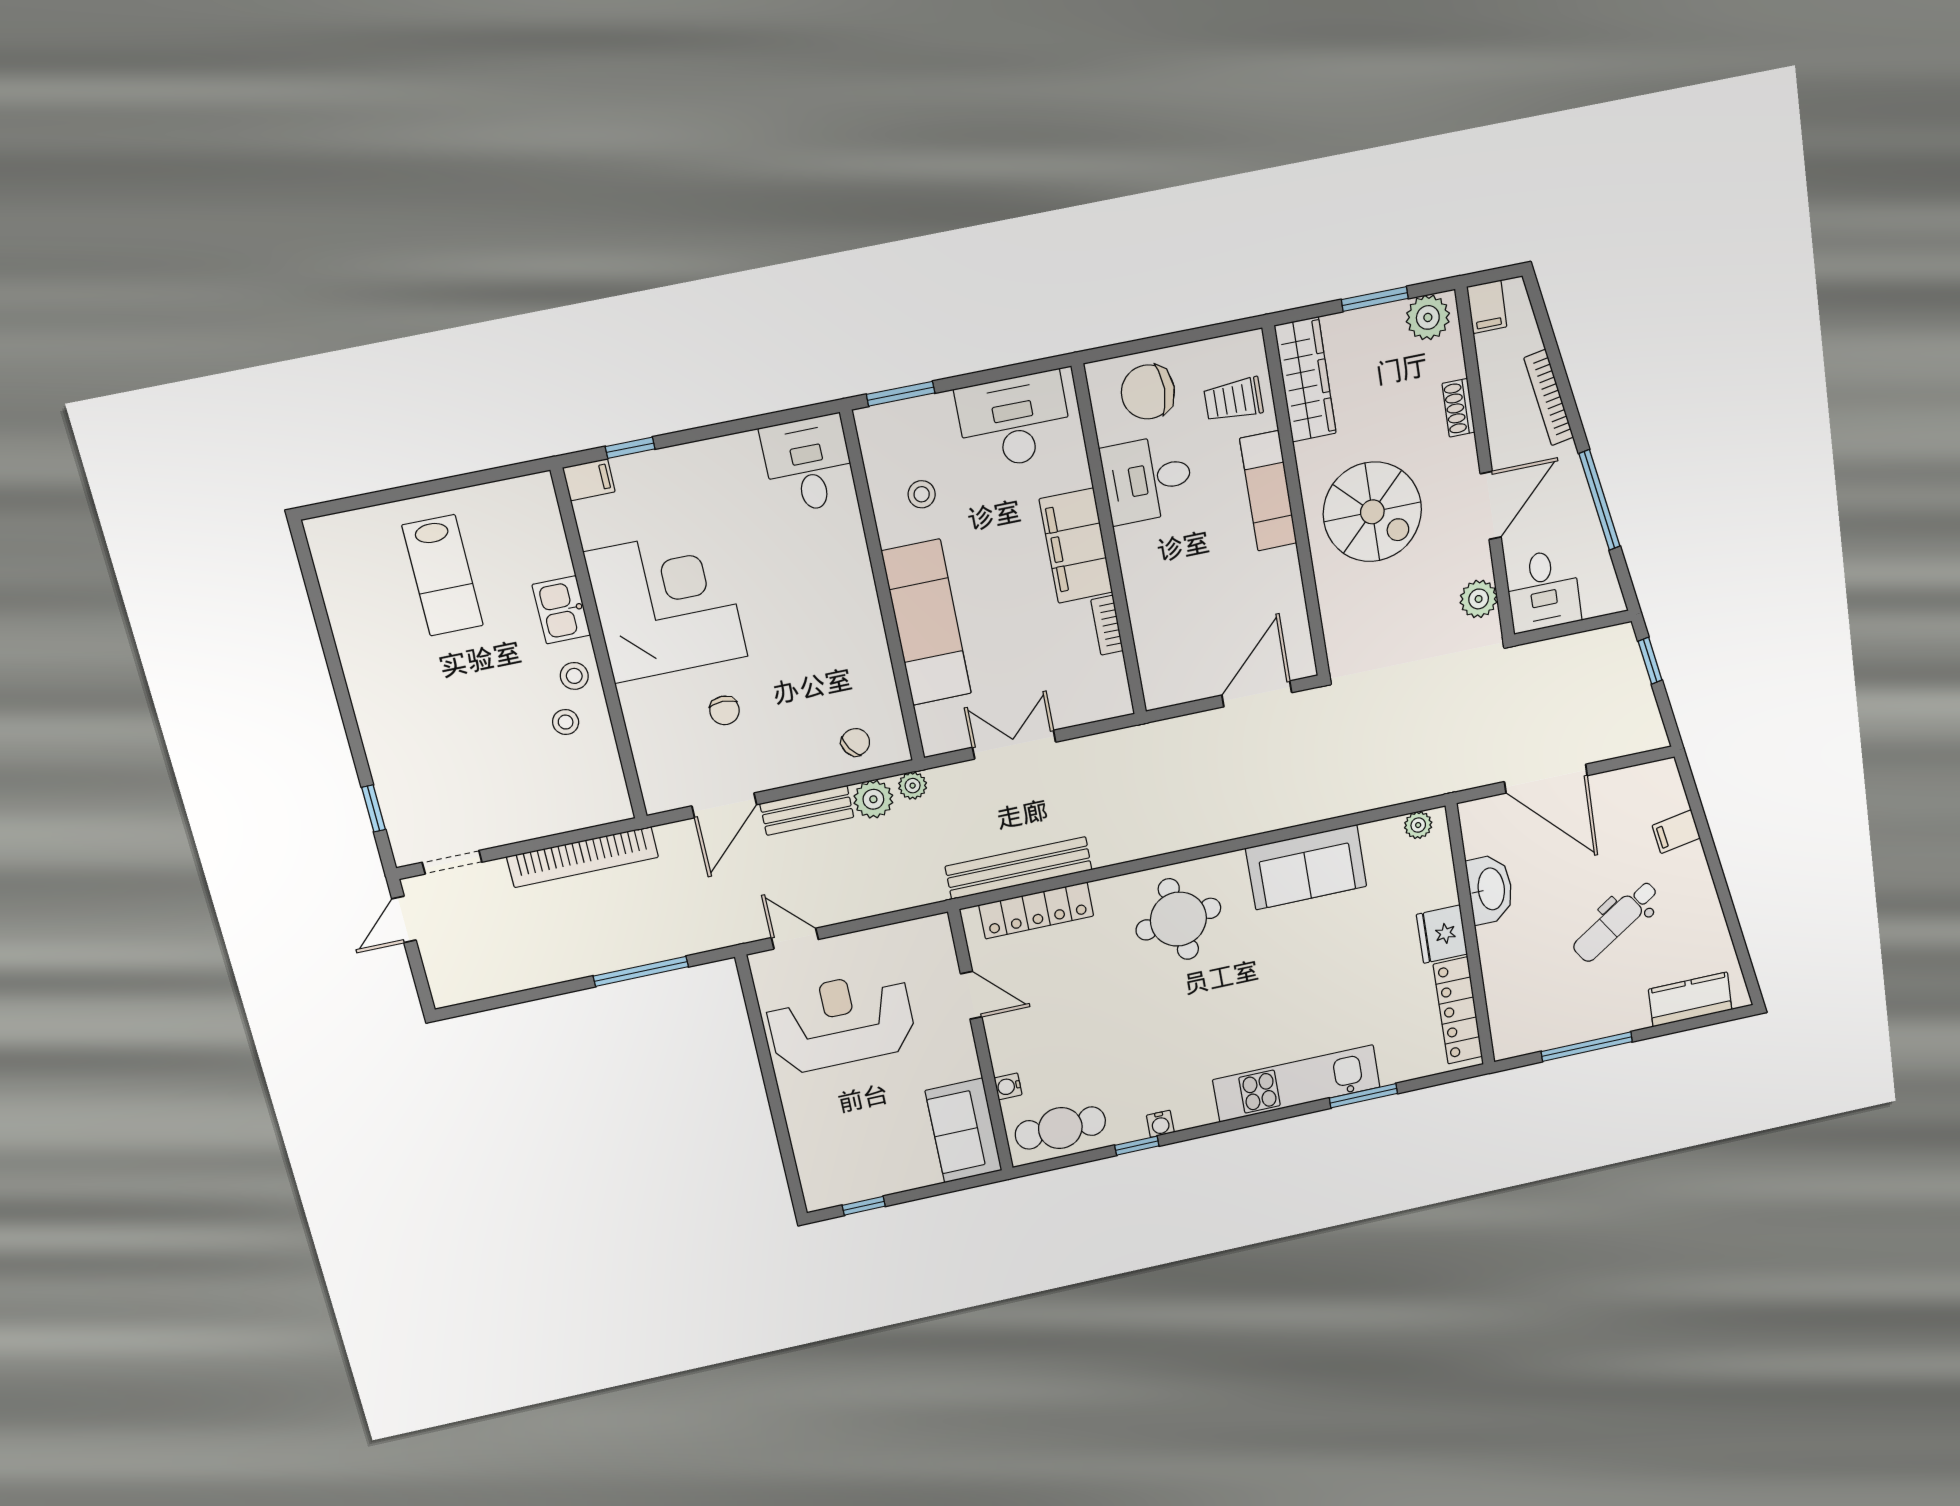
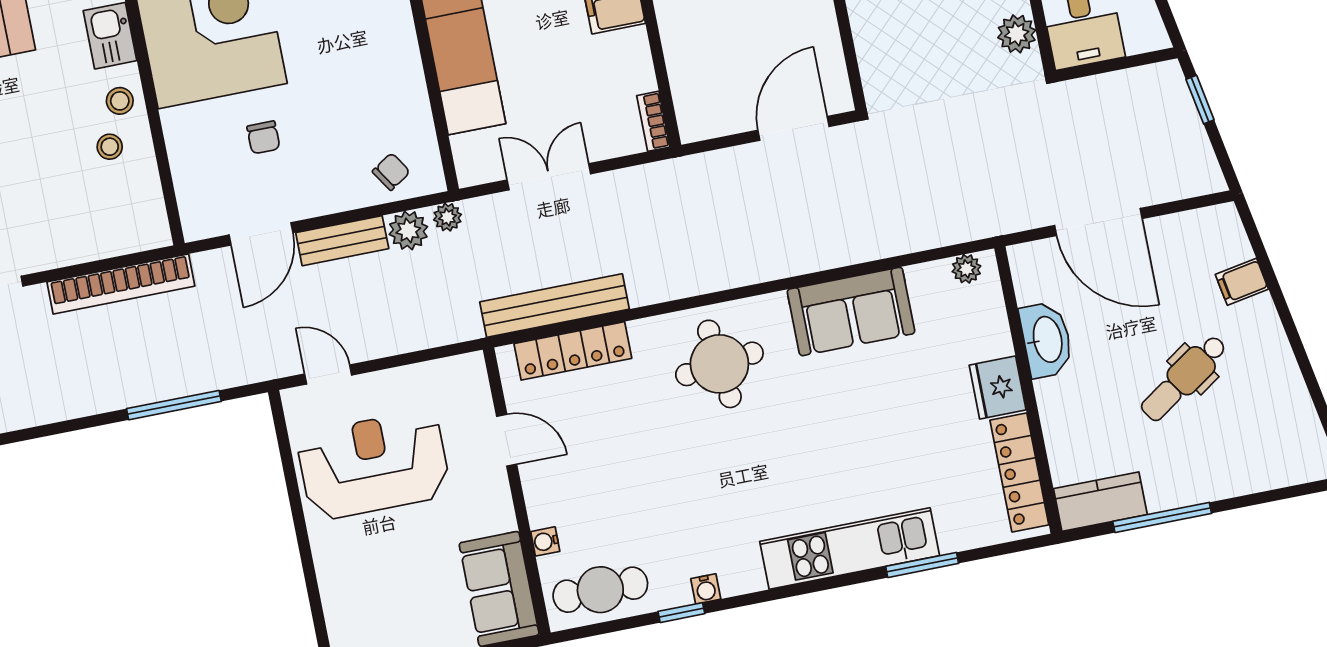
bookcase: (1107, 625) -> (653, 121), moved
kitchen counter: (1690, 999) -> (1100, 502), moved

